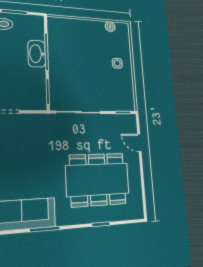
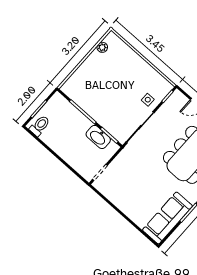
washbasin: (37, 54) -> (98, 137), moved
side table: (117, 63) -> (148, 100), moved

